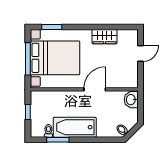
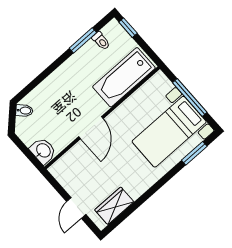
wardrobe: (105, 37) -> (114, 206), moved
bed with nightstands: (55, 58) -> (169, 132), width x0.73
window: (28, 112) -> (128, 28), moved
bathtub: (75, 127) -> (124, 77), moved, turned 180

